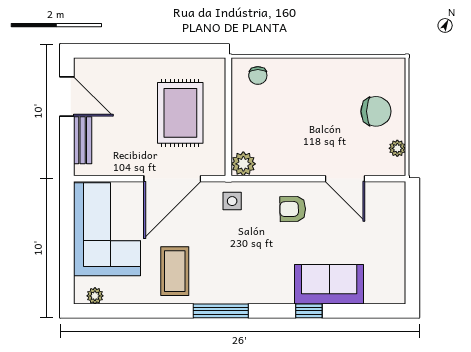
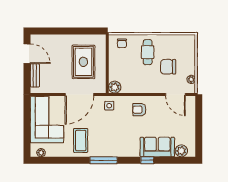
cafe table: (310, 93) -> (148, 52), added
chair: (376, 111) -> (168, 67), moved, turned 180
door: (345, 179) -> (175, 95), moved
plant: (377, 292) -> (181, 151), added

